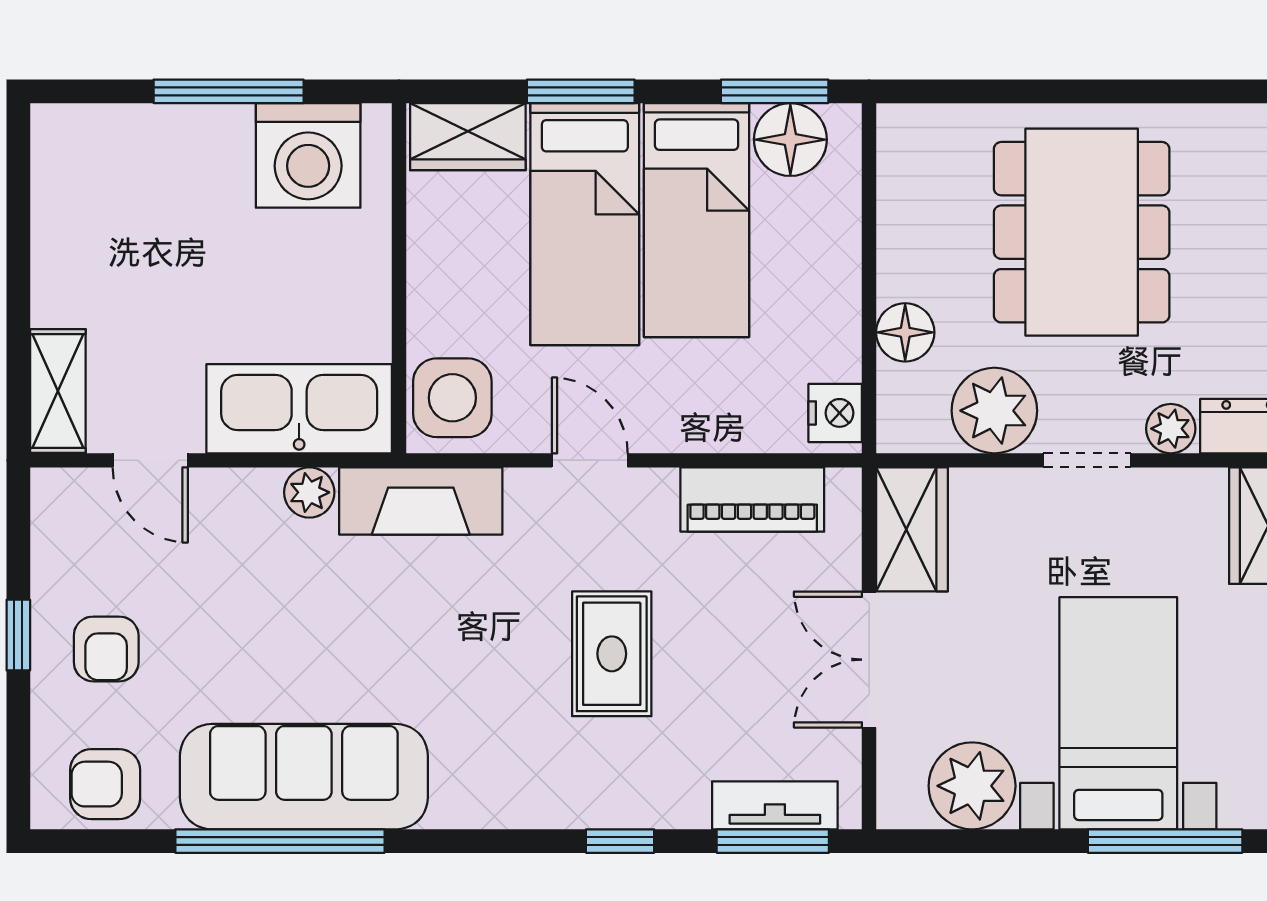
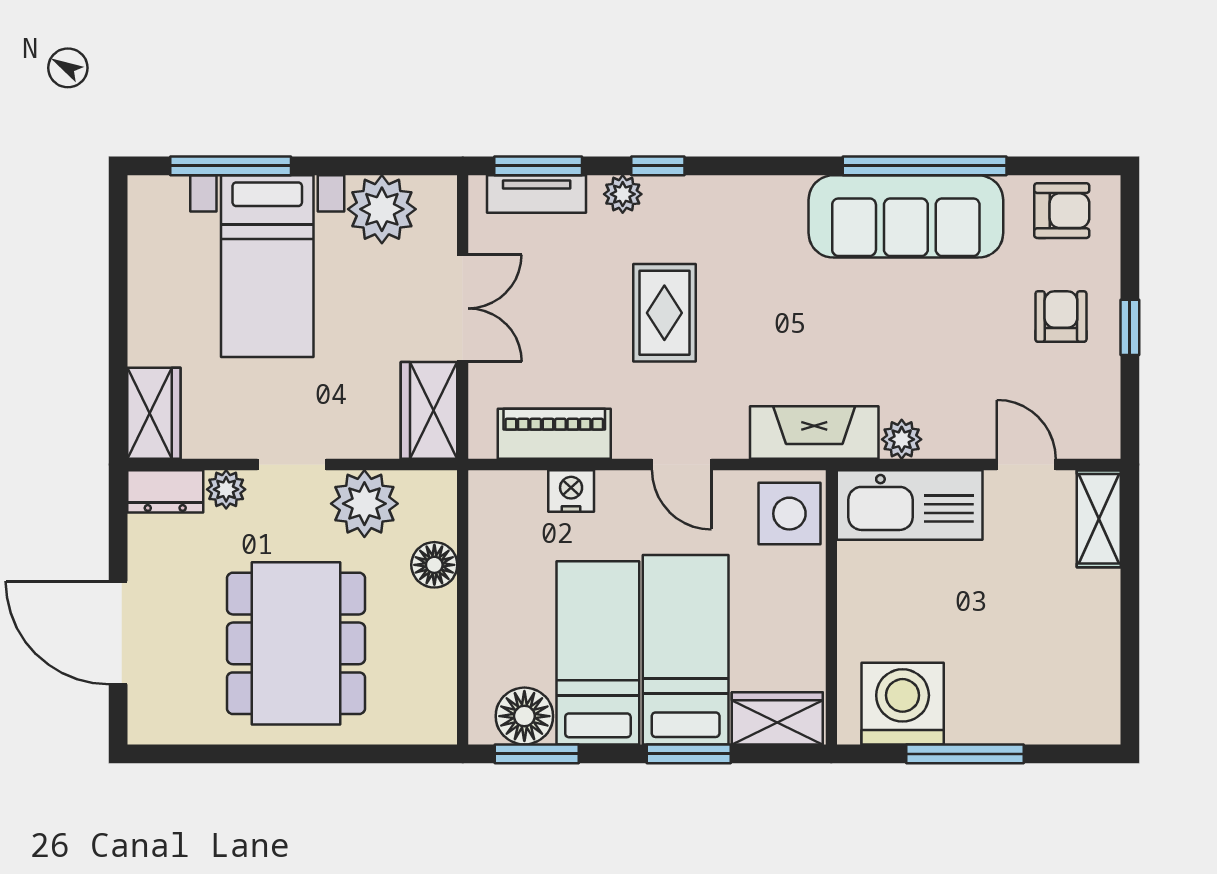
nightstand: (835, 413) -> (571, 491), moved, turned 90
plant: (665, 805) -> (623, 194), added

